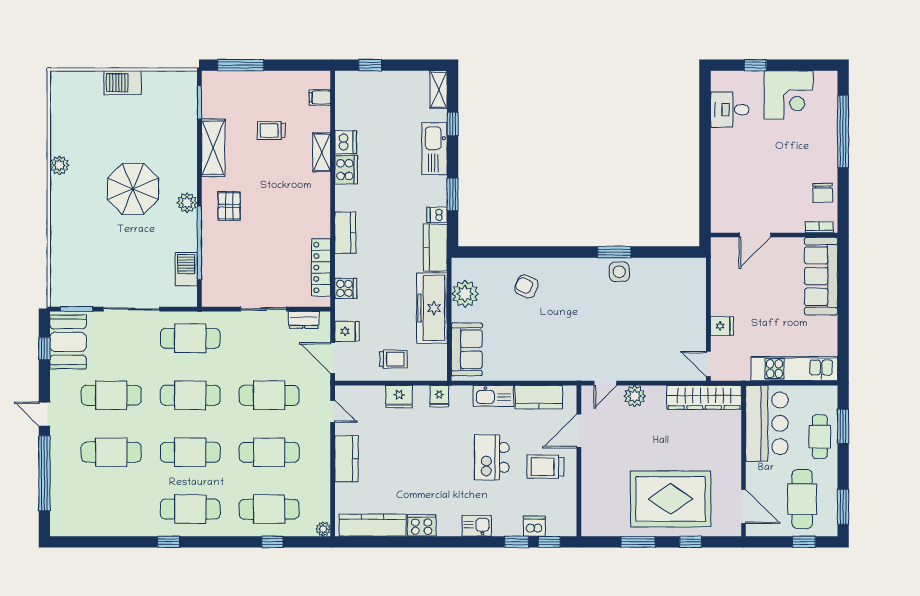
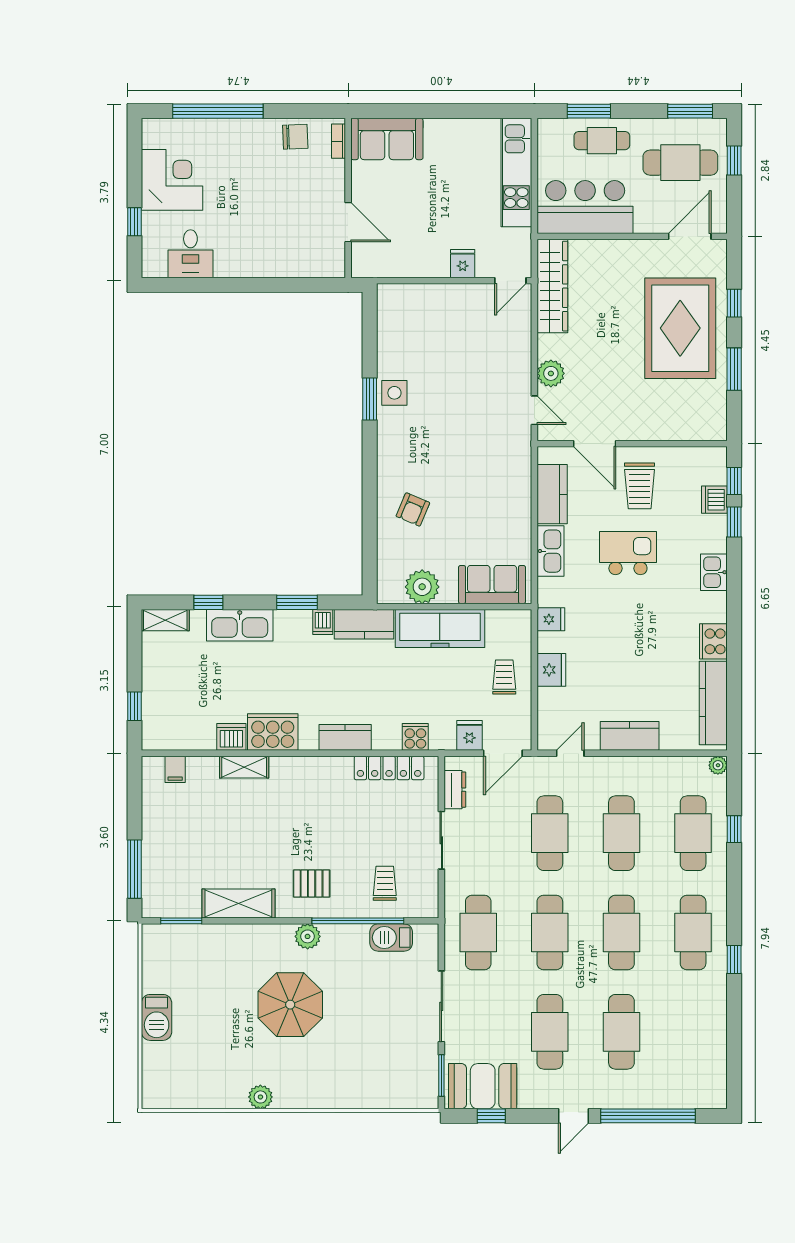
trolley: (271, 131) -> (385, 883), moved, turned 180
cooker: (346, 170) -> (273, 732), width x1.37, depth x1.31
sofa: (821, 276) -> (387, 139), width x0.73
kitchen island: (492, 457) -> (628, 553), turned 180

